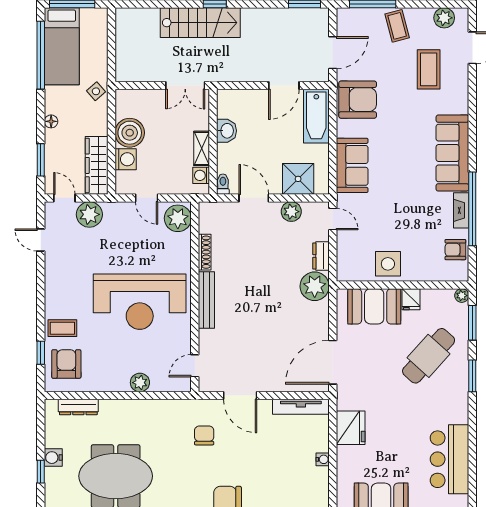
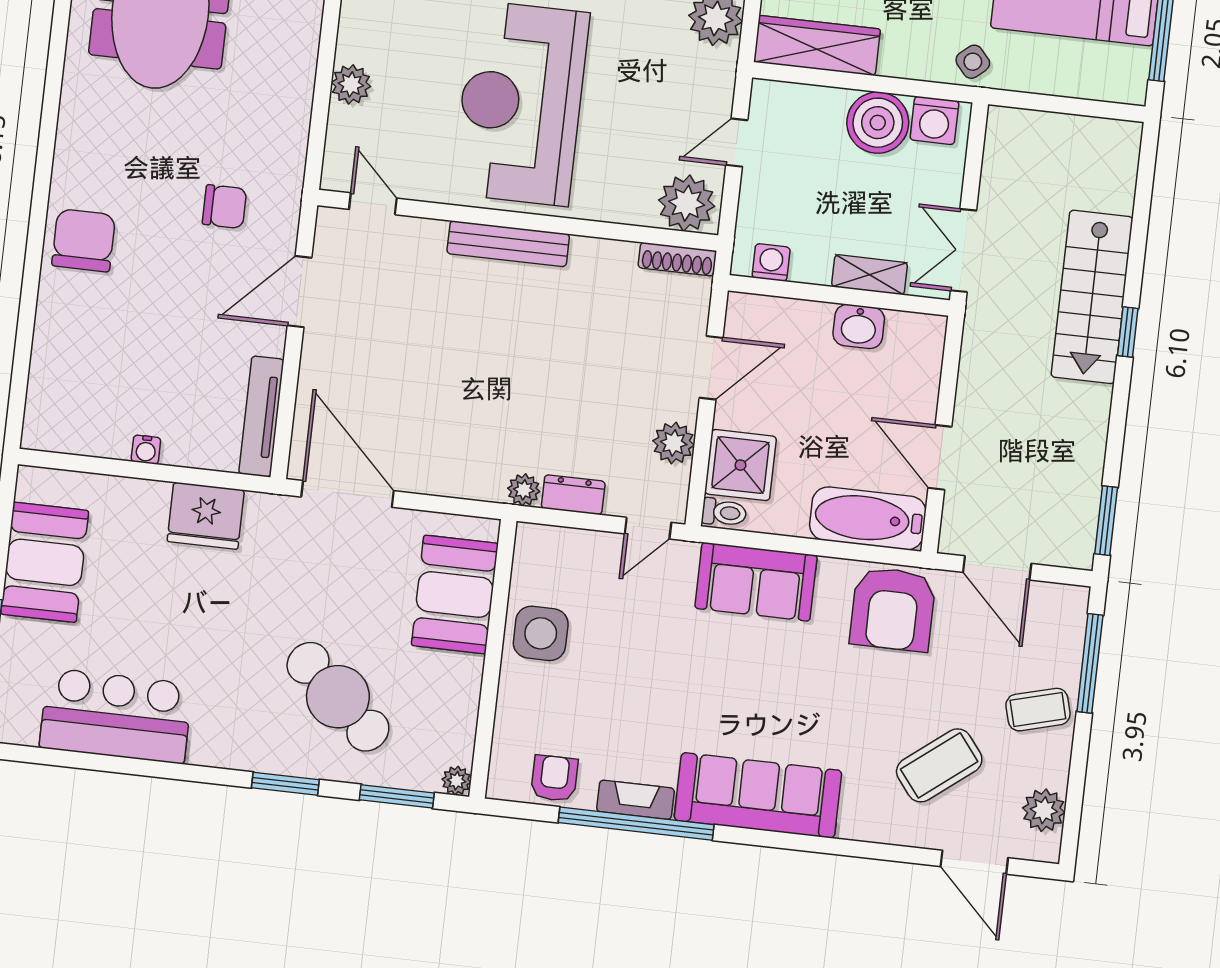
coffee table: (429, 69) -> (939, 765), turned -38
shelving: (202, 148) -> (870, 275), moved
washing machine: (126, 159) -> (934, 120), moved
toilet: (223, 184) -> (724, 512), moved
shoe rack: (205, 252) -> (677, 259), moved
plant: (315, 286) -> (524, 490), width x0.53, depth x0.53
fridge: (411, 299) -> (461, 673), removed

